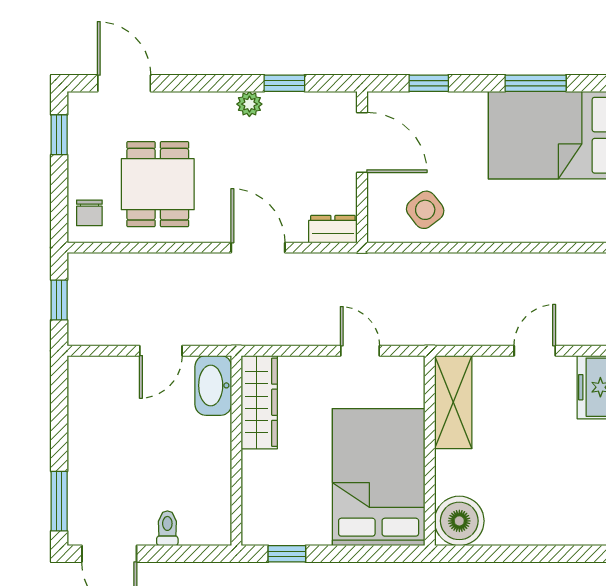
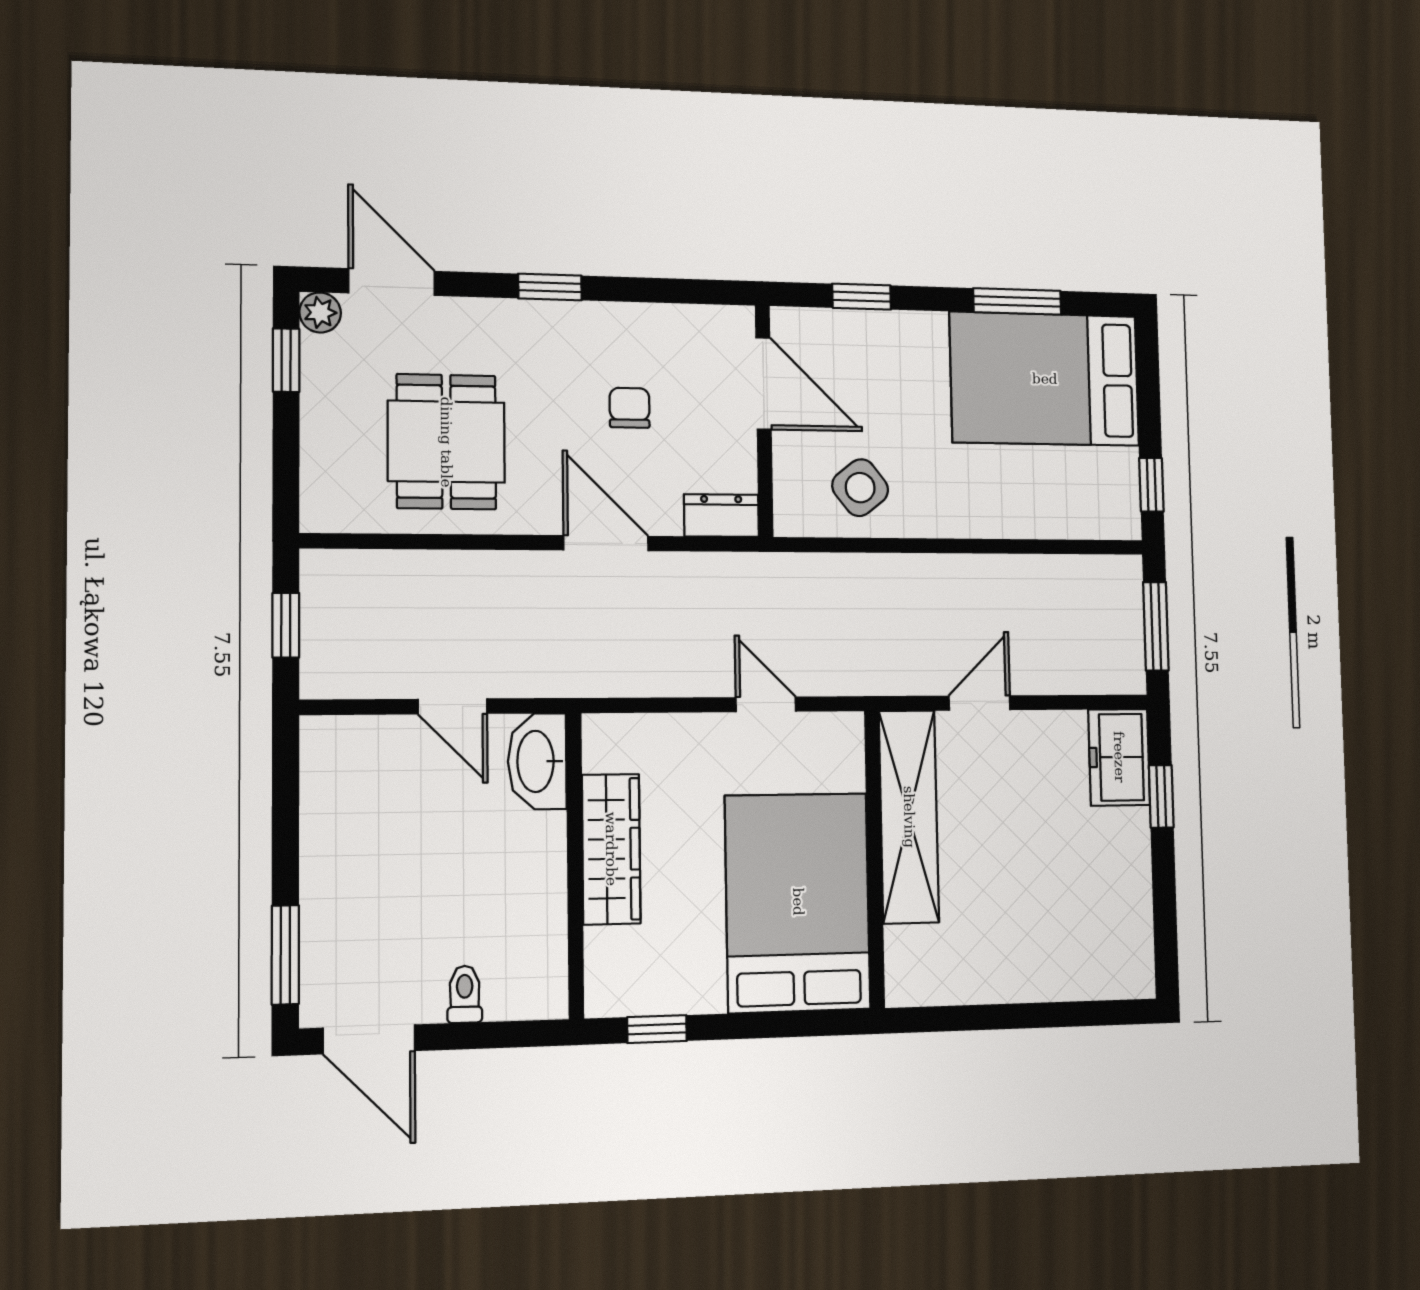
window: (284, 83) -> (550, 287), moved
plant: (249, 104) -> (320, 313), moved
chair: (89, 213) -> (630, 408), moved, turned 180
door: (161, 351) -> (453, 706), hinge flipped
door: (535, 351) -> (980, 703), moved
wardrobe: (259, 402) -> (611, 849), moved
shelving: (453, 402) -> (909, 817), width x1.47
boiler: (459, 521) -> (921, 968), removed

